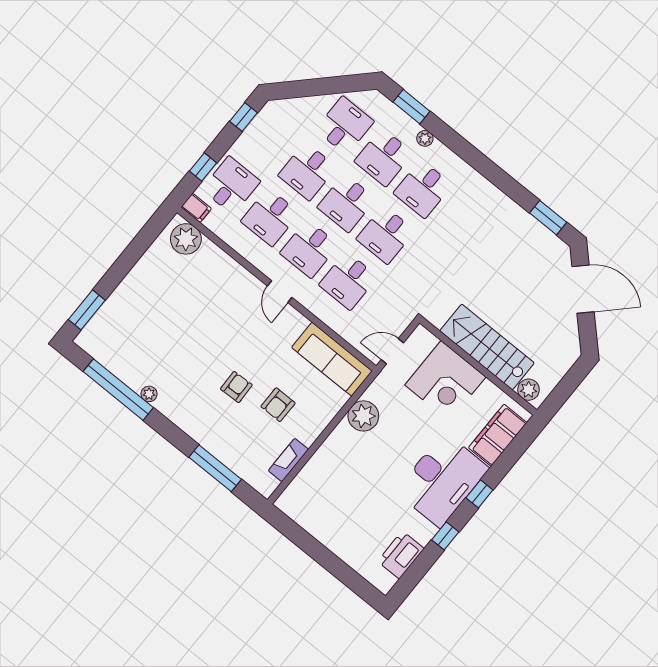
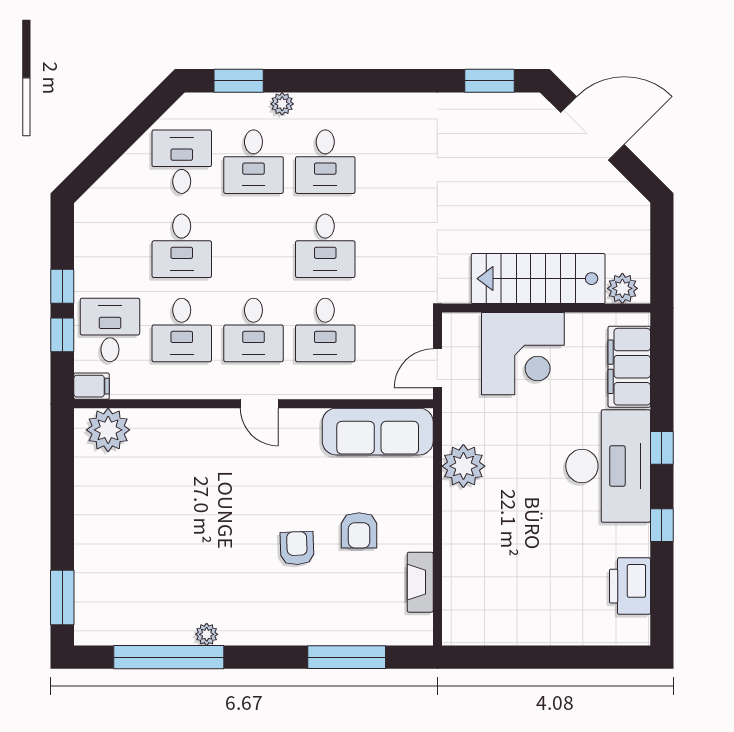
window: (244, 117) -> (62, 286), moved
desk: (346, 203) -> (253, 246), removed

